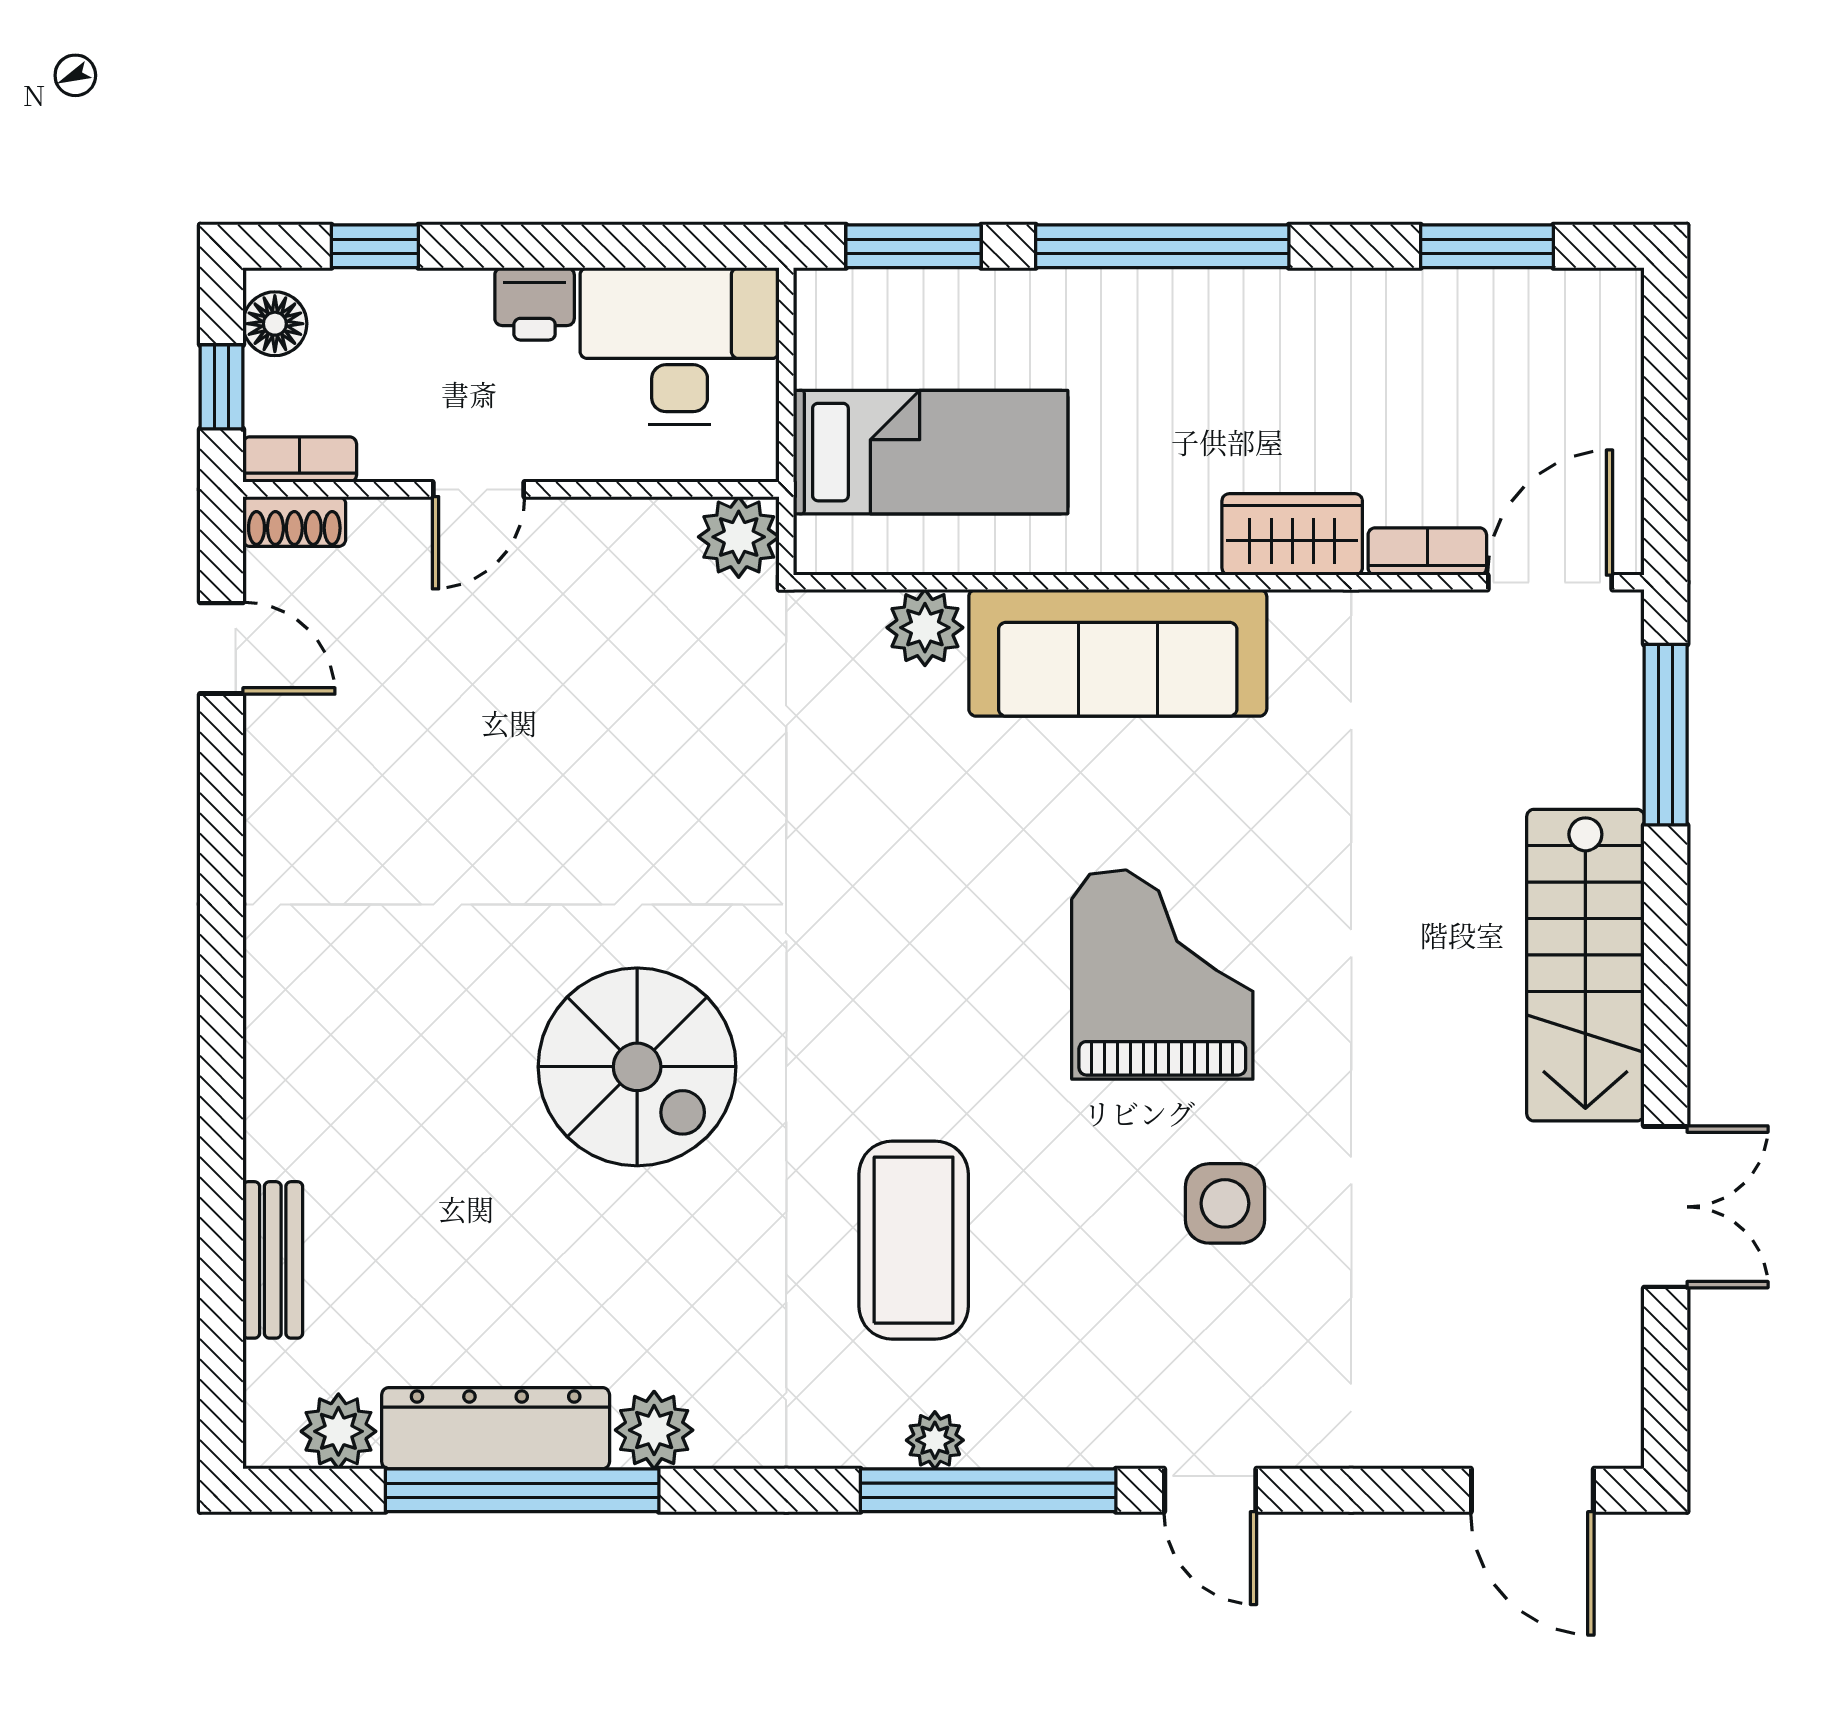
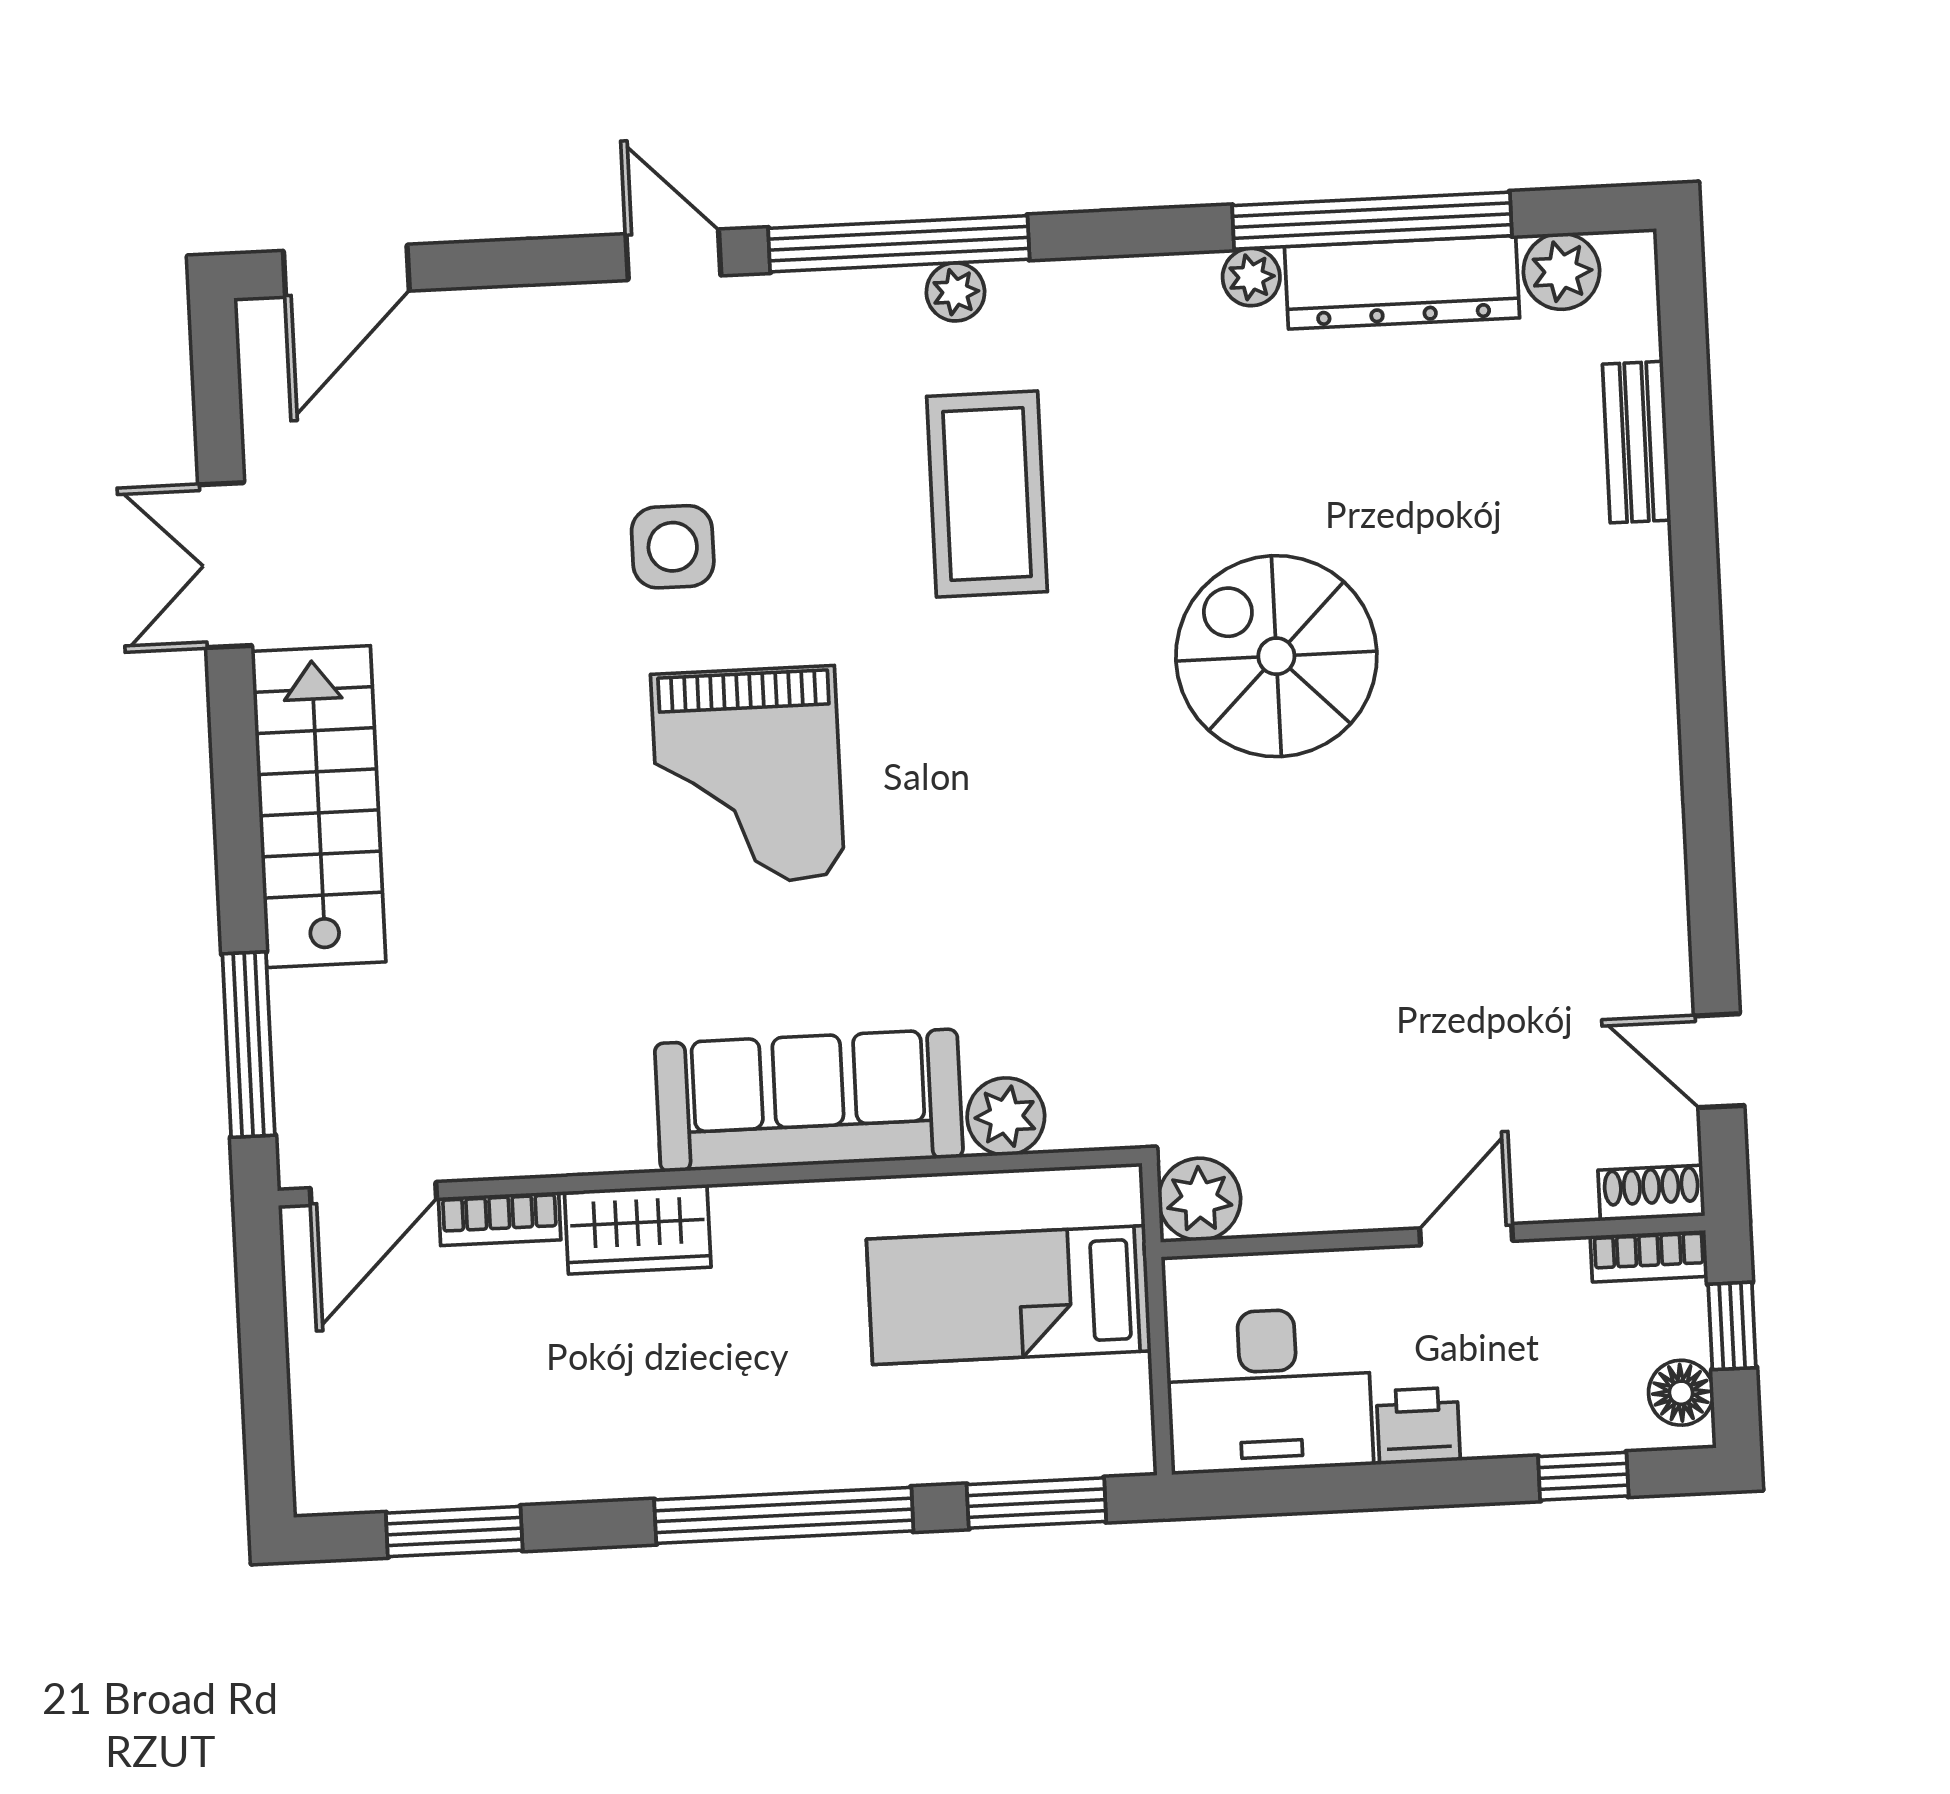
plant: (654, 1430) -> (1251, 277), width x0.73, depth x0.73
door: (1532, 1490) -> (346, 271), swing flipped

